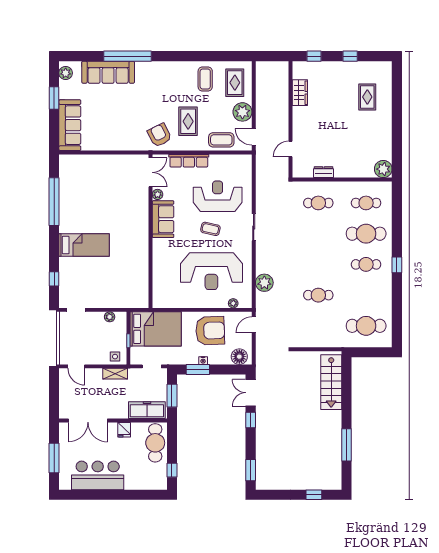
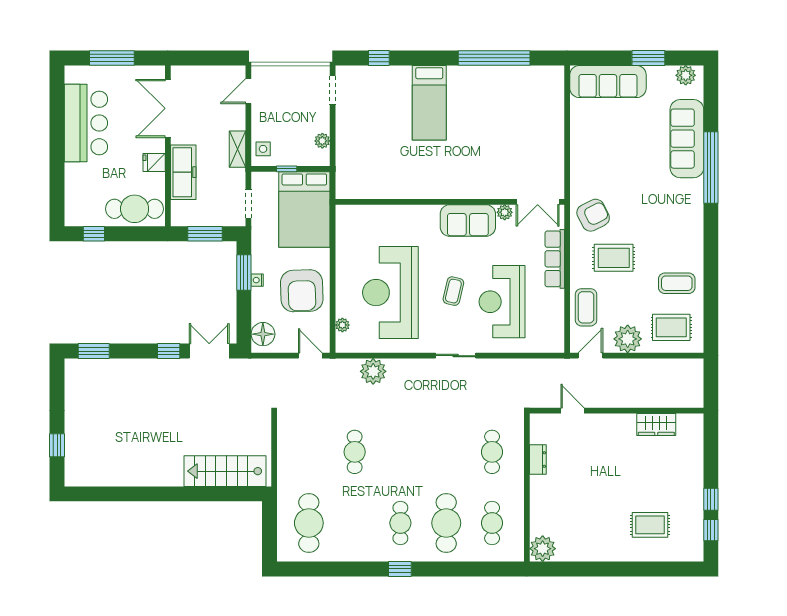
window: (314, 56) -> (711, 530), moved
reception desk: (218, 196) -> (502, 302), turned 180
freezer: (147, 410) -> (183, 172), moved
window: (346, 445) -> (131, 494), removed

